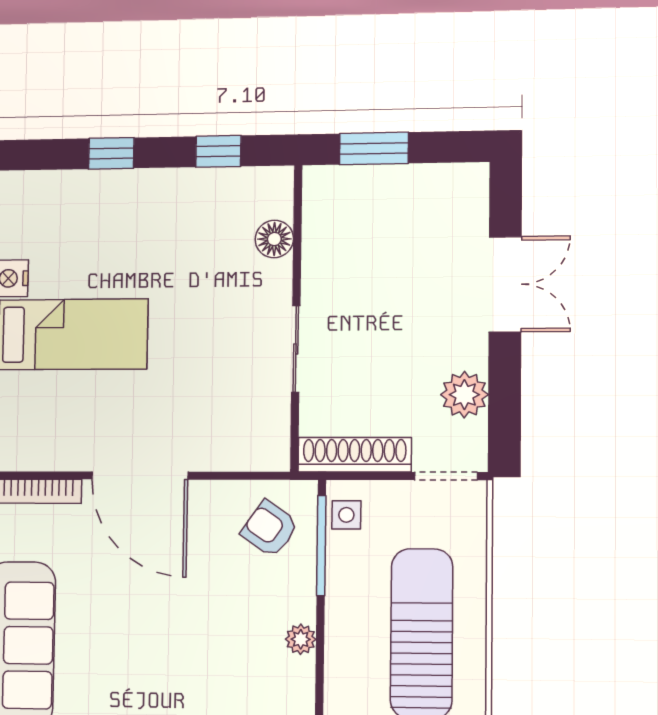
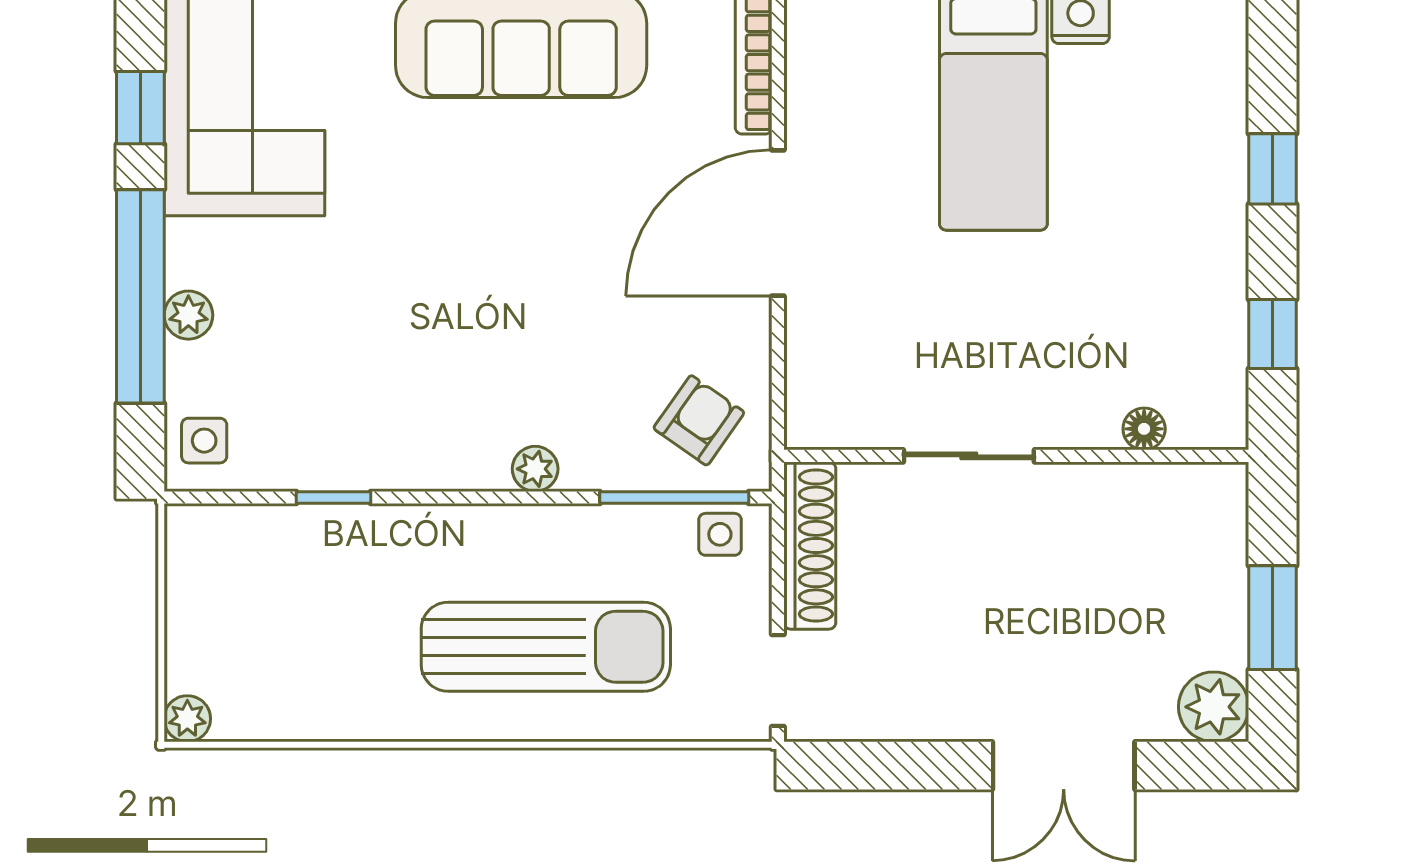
window: (374, 148) -> (1272, 618), moved
floor lamp: (274, 239) -> (1144, 429), width x0.73, depth x0.73
plant: (464, 395) -> (1214, 707), moved

